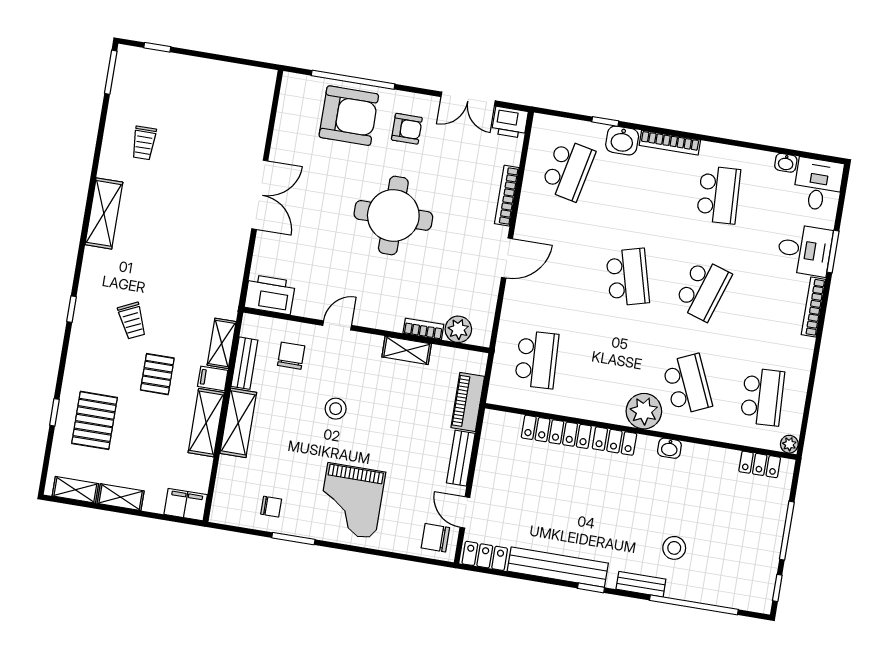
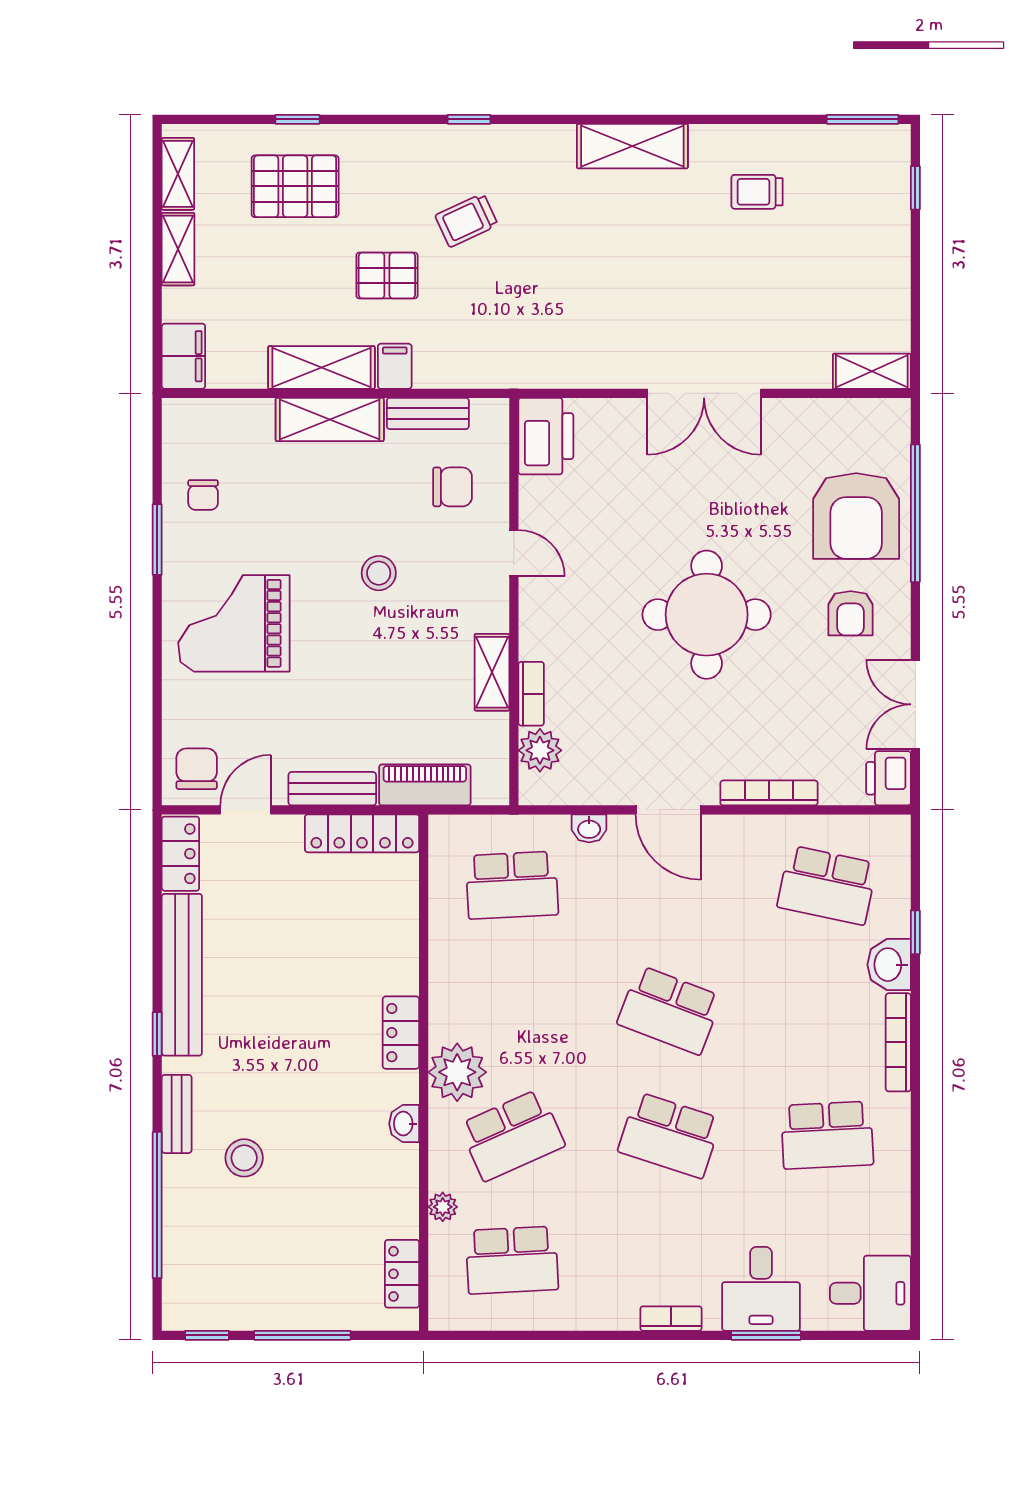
washbasin: (786, 163) -> (589, 828), moved, turned -90
school desk: (628, 277) -> (670, 1010), turned 36
bookcase: (813, 307) -> (671, 1319), width x0.64
shelving: (222, 343) -> (872, 371), moved
locker: (556, 432) -> (362, 833), moved, turned -90
plant: (789, 444) -> (443, 1207), moved

